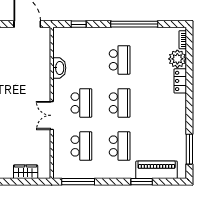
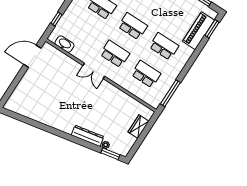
washbasin: (59, 68) -> (64, 44), moved
double door: (52, 115) -> (94, 71), moved
window: (142, 182) -> (212, 29), moved

